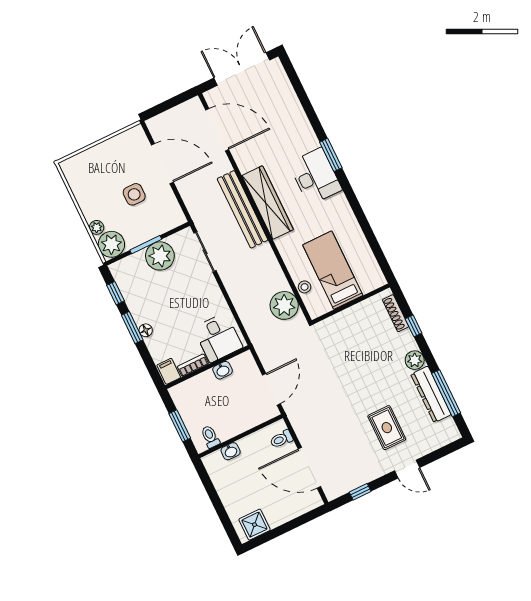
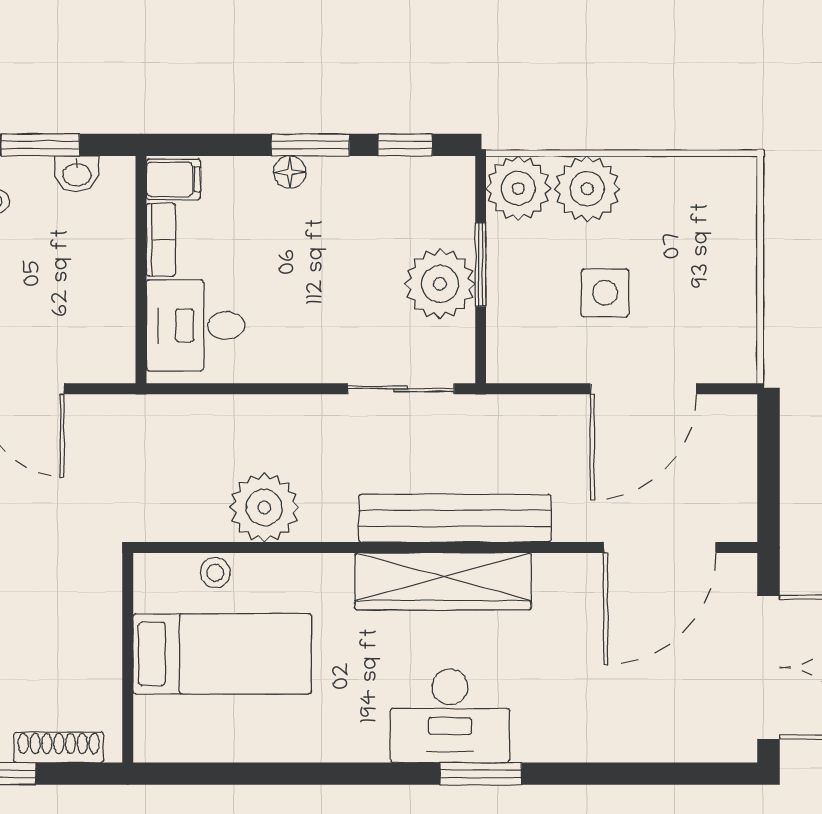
plant: (97, 227) -> (587, 189), width x1.88, depth x1.88
plant: (284, 305) -> (264, 507), moved
washbasin: (223, 370) -> (77, 174), moved, turned -90

